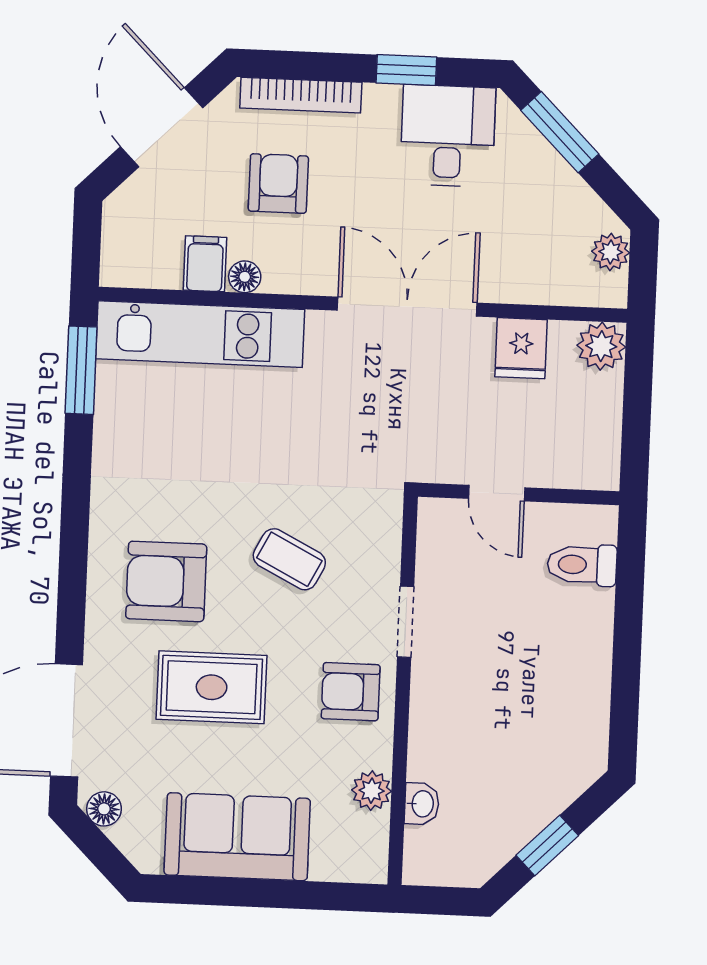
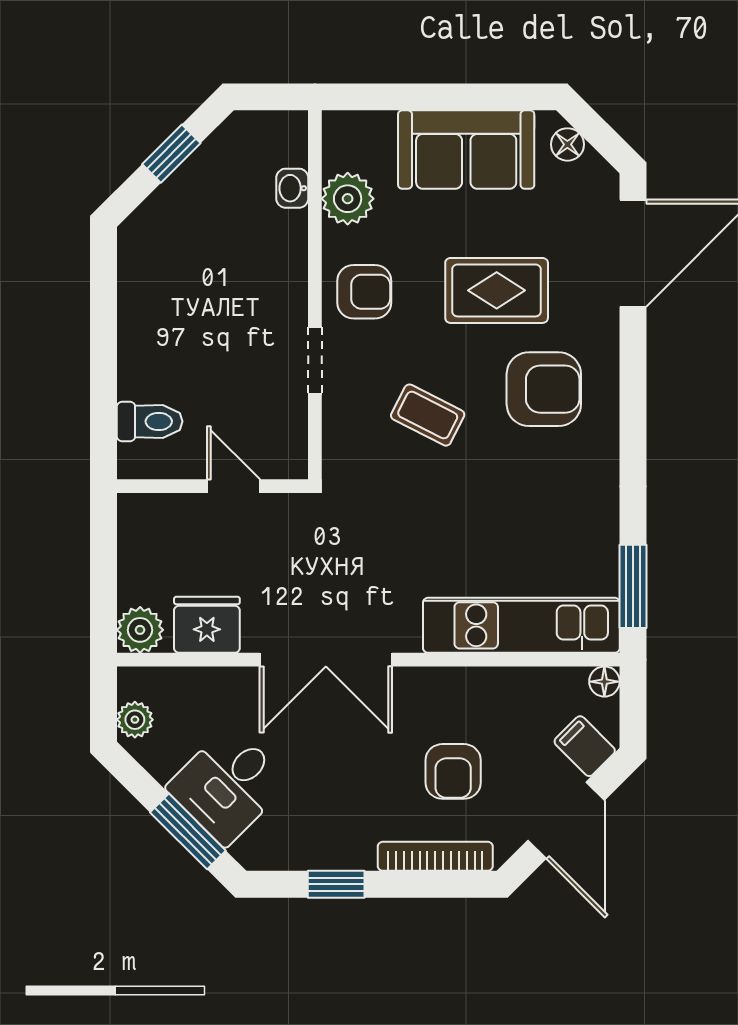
desk: (448, 136) -> (228, 785), moved, turned 45
filing cabinet: (205, 264) -> (585, 746), moved, turned 135
floor lamp: (245, 277) -> (604, 682), moved
fridge: (521, 348) -> (207, 625), width x1.38
plant: (372, 791) -> (348, 199), width x1.38, depth x1.38
floor lamp: (104, 809) -> (567, 144), moved

